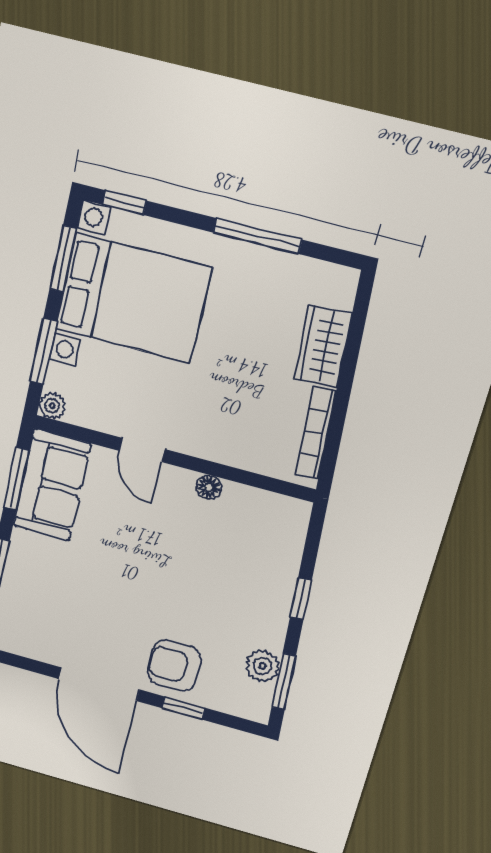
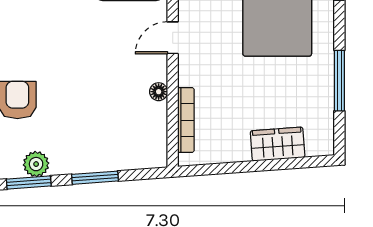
bookcase: (316, 433) -> (186, 120), moved, turned 94
window: (301, 599) -> (95, 178), width x1.50

